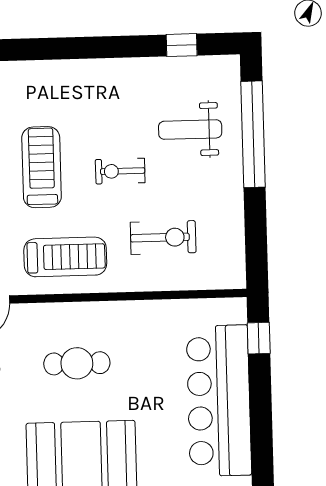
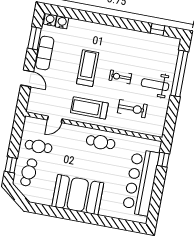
weight bench: (190, 130) -> (155, 85), moved
treadmill: (65, 257) -> (89, 108), turned 180
cafe table: (77, 363) -> (101, 142), moved

